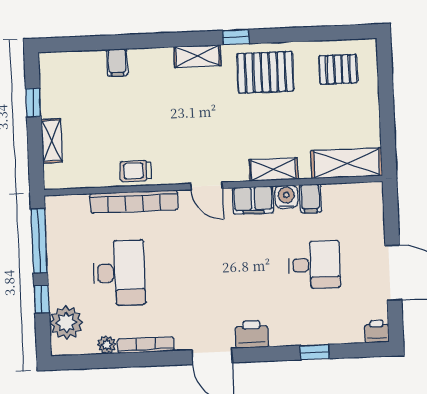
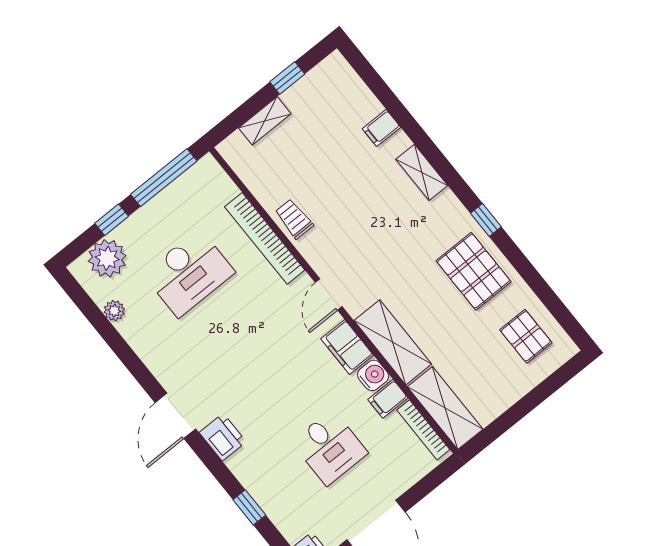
shelving: (197, 56) -> (422, 172), moved
shelving: (274, 169) -> (393, 342), width x1.50, depth x1.33
bookcase: (146, 345) -> (423, 430), moved, turned 180

